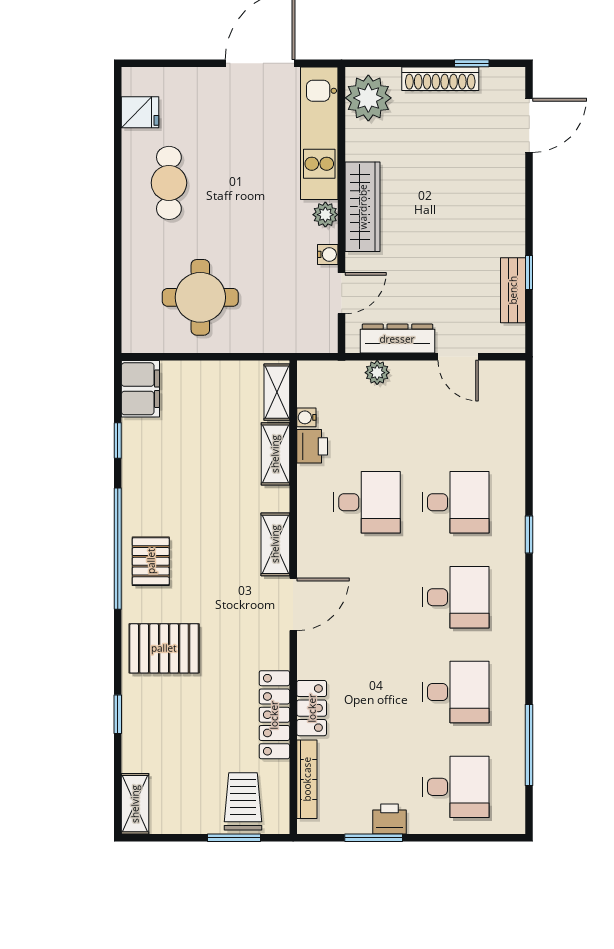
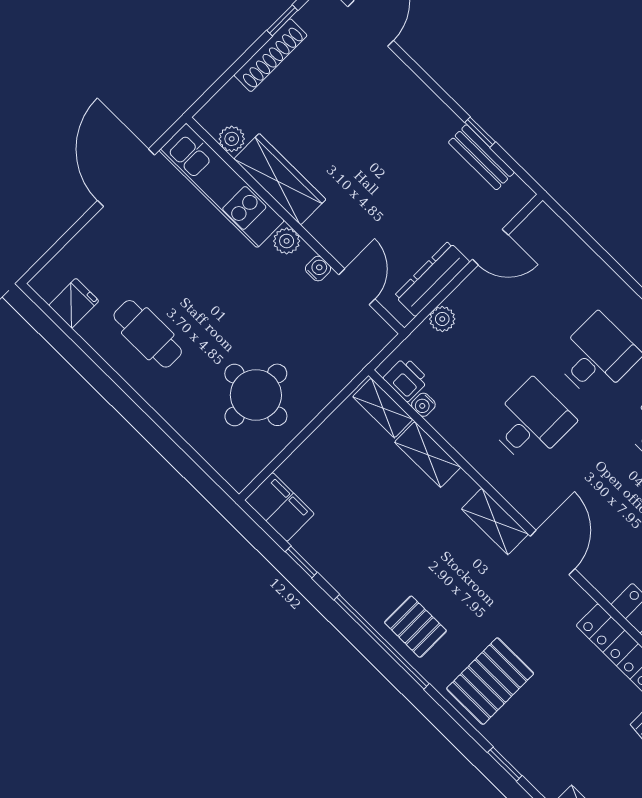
plant: (368, 98) -> (232, 139), width x0.53, depth x0.53
wardrobe: (363, 207) -> (280, 179), moved
printer: (312, 446) -> (406, 379), moved

